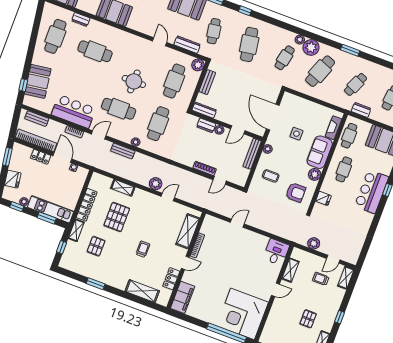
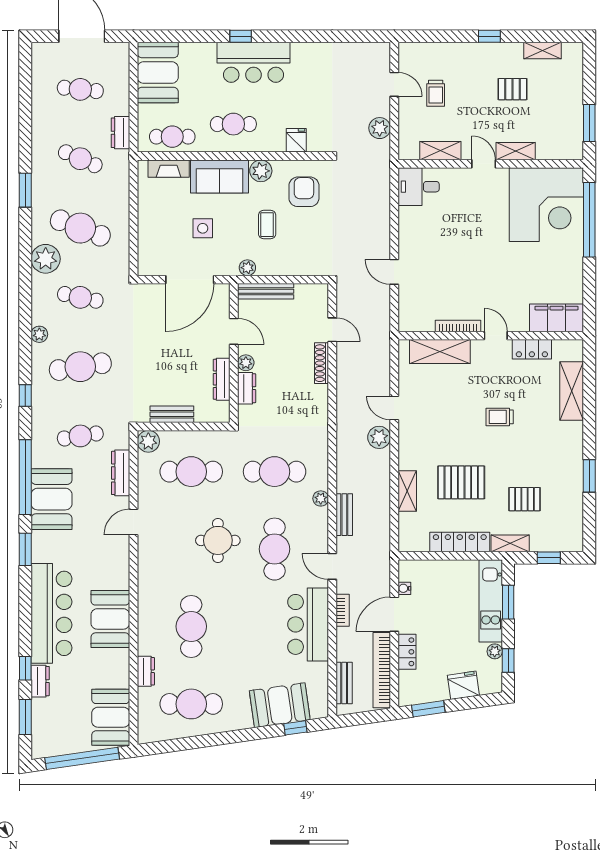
plant: (300, 40) -> (39, 334), moved
dresser: (204, 110) -> (222, 379), moved
coffee table: (271, 176) -> (267, 225), moved
shelving: (346, 278) -> (516, 151), moved

